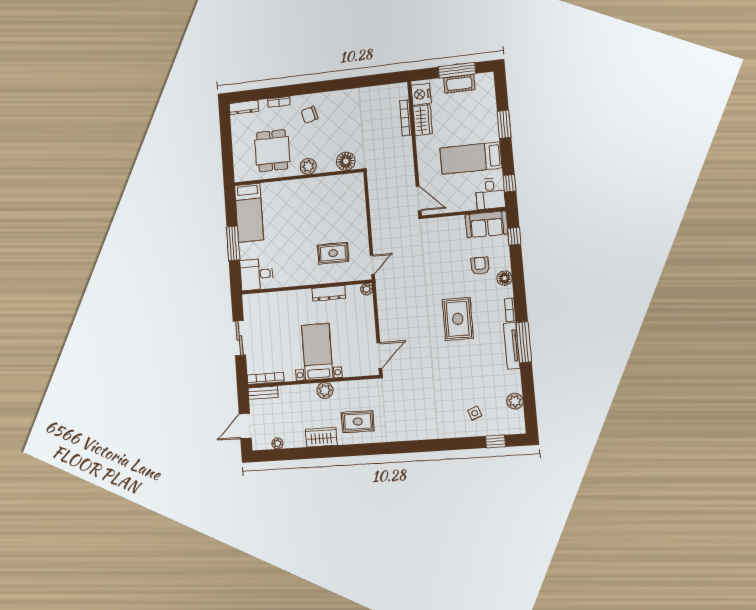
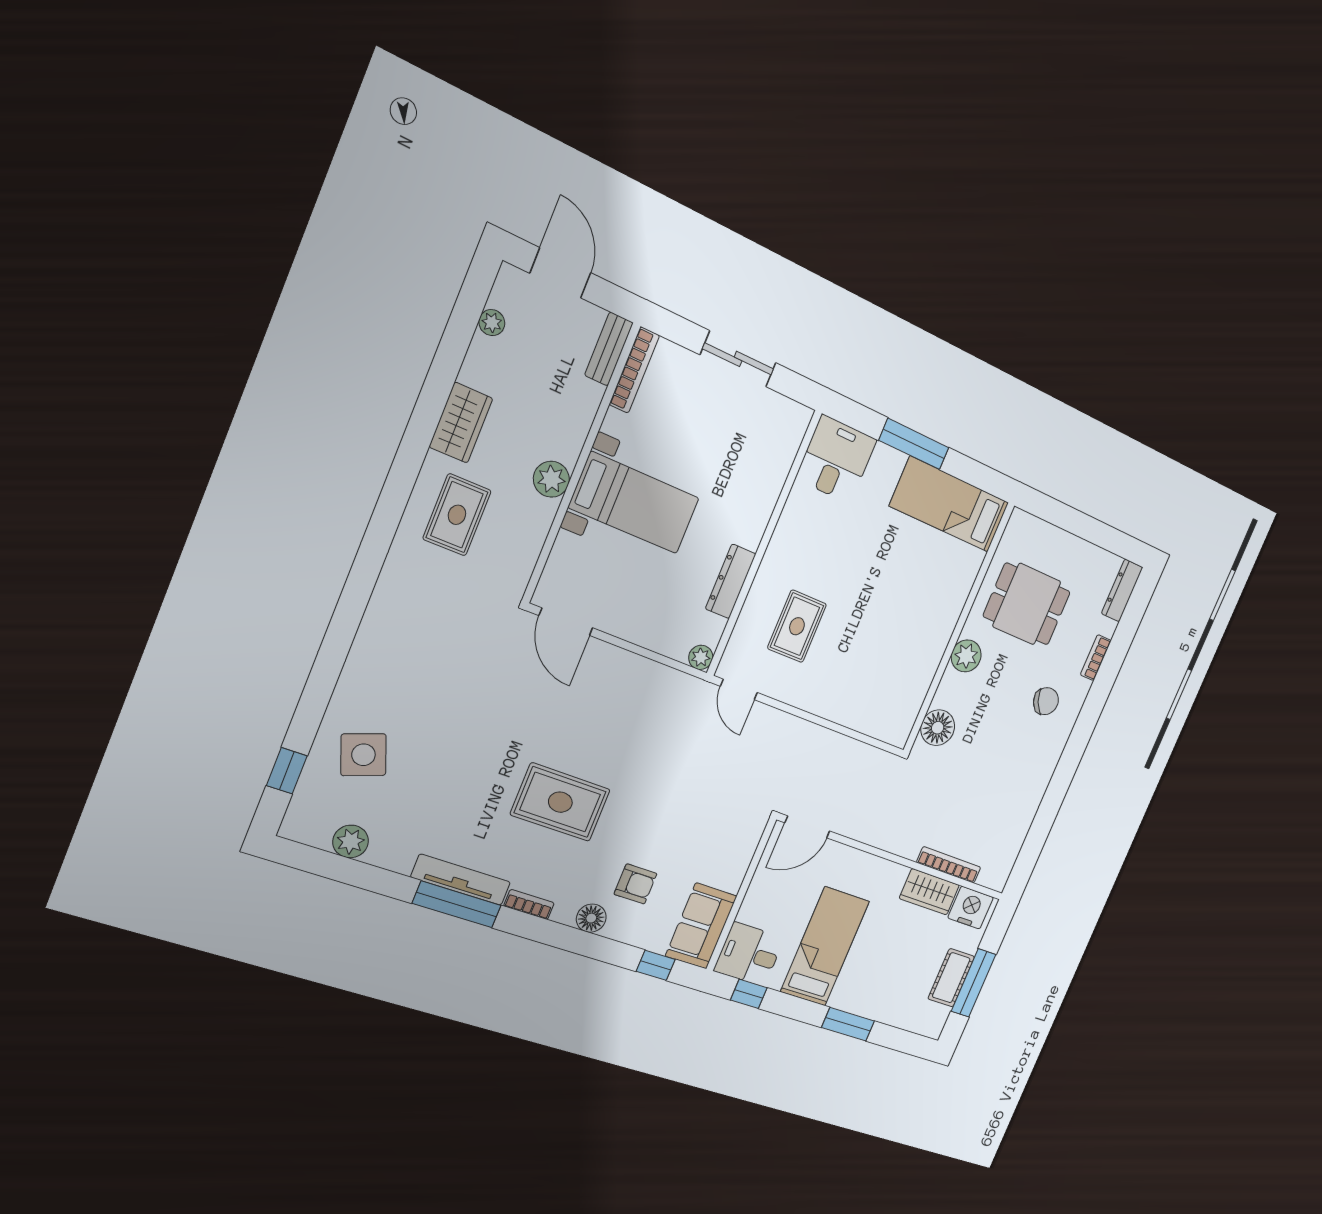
chair: (310, 115) -> (1046, 701), turned 79
side table: (475, 413) -> (363, 755), width x1.87, depth x1.87

